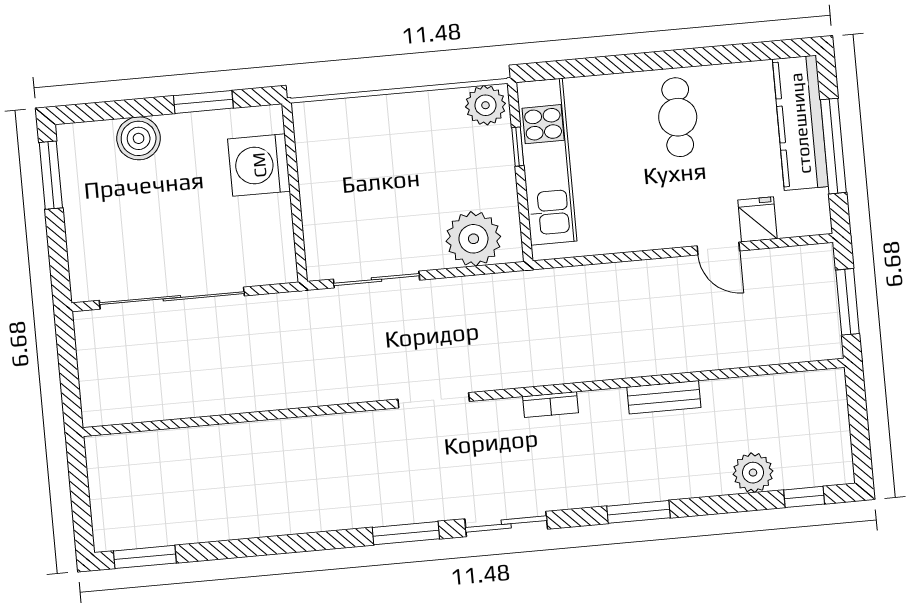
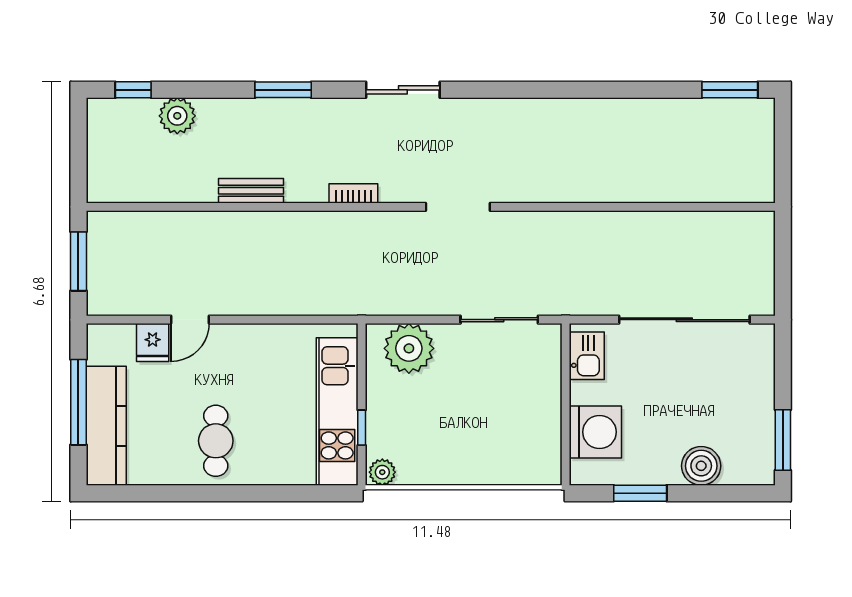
plant: (485, 105) -> (382, 472), width x0.73, depth x0.73
door: (718, 248) -> (190, 320), swing flipped
kitchen sink: (276, 249) -> (587, 356), added
window: (406, 533) -> (494, 90), removed

